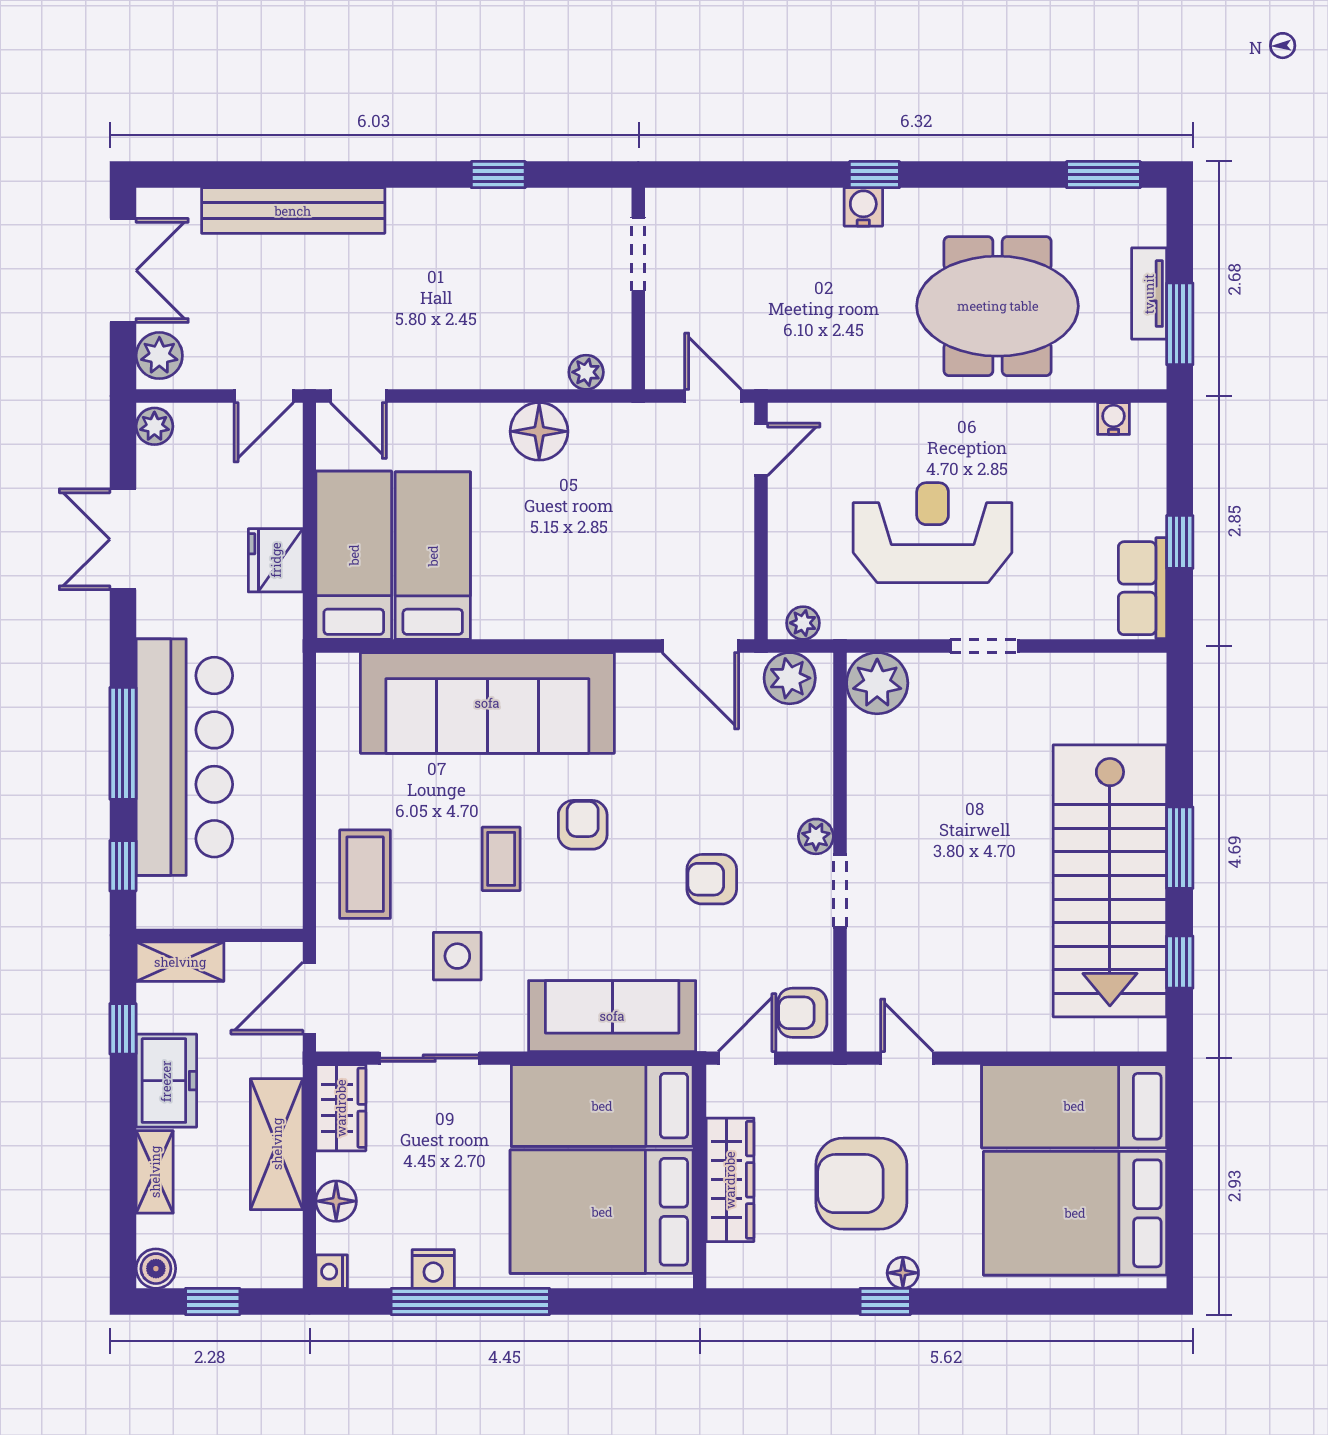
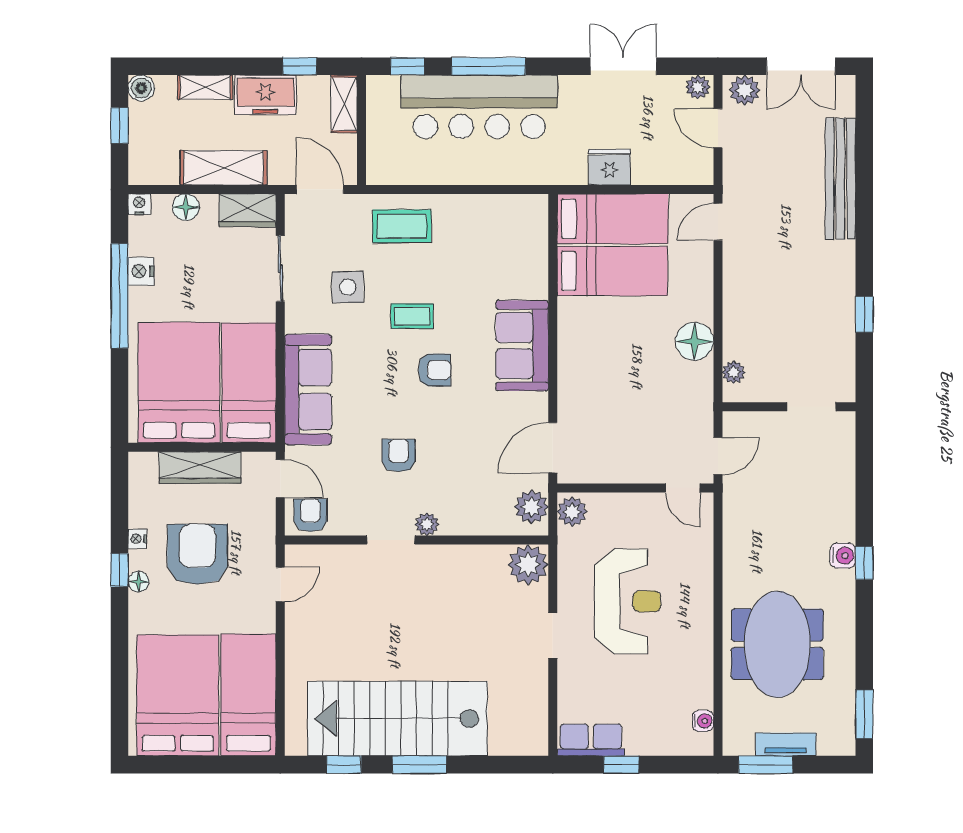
door: (264, 396) -> (718, 128), moved
plant: (803, 623) -> (572, 512), width x1.38, depth x1.38
sofa: (487, 703) -> (522, 346), width x0.54, depth x0.79
nightstand: (838, 1274) -> (137, 539), added

